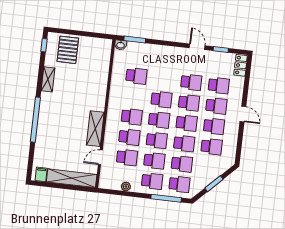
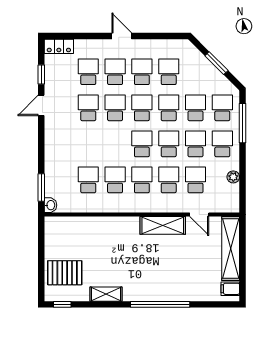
school desk: (161, 99) -> (115, 180), moved
door: (243, 114) -> (122, 36), hinge flipped

